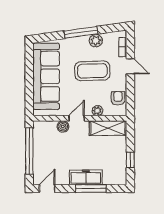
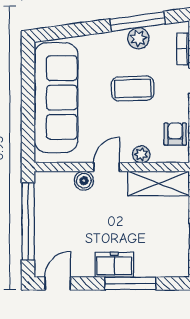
window: (81, 32) -> (138, 22), moved
coffee table: (92, 71) -> (133, 89), width x0.73, depth x0.76
freezer: (86, 177) -> (114, 265), width x0.71

